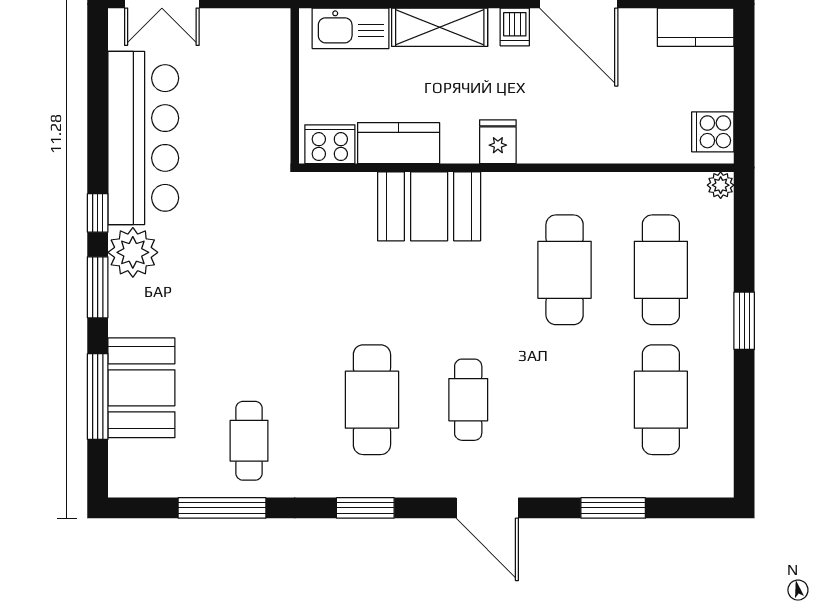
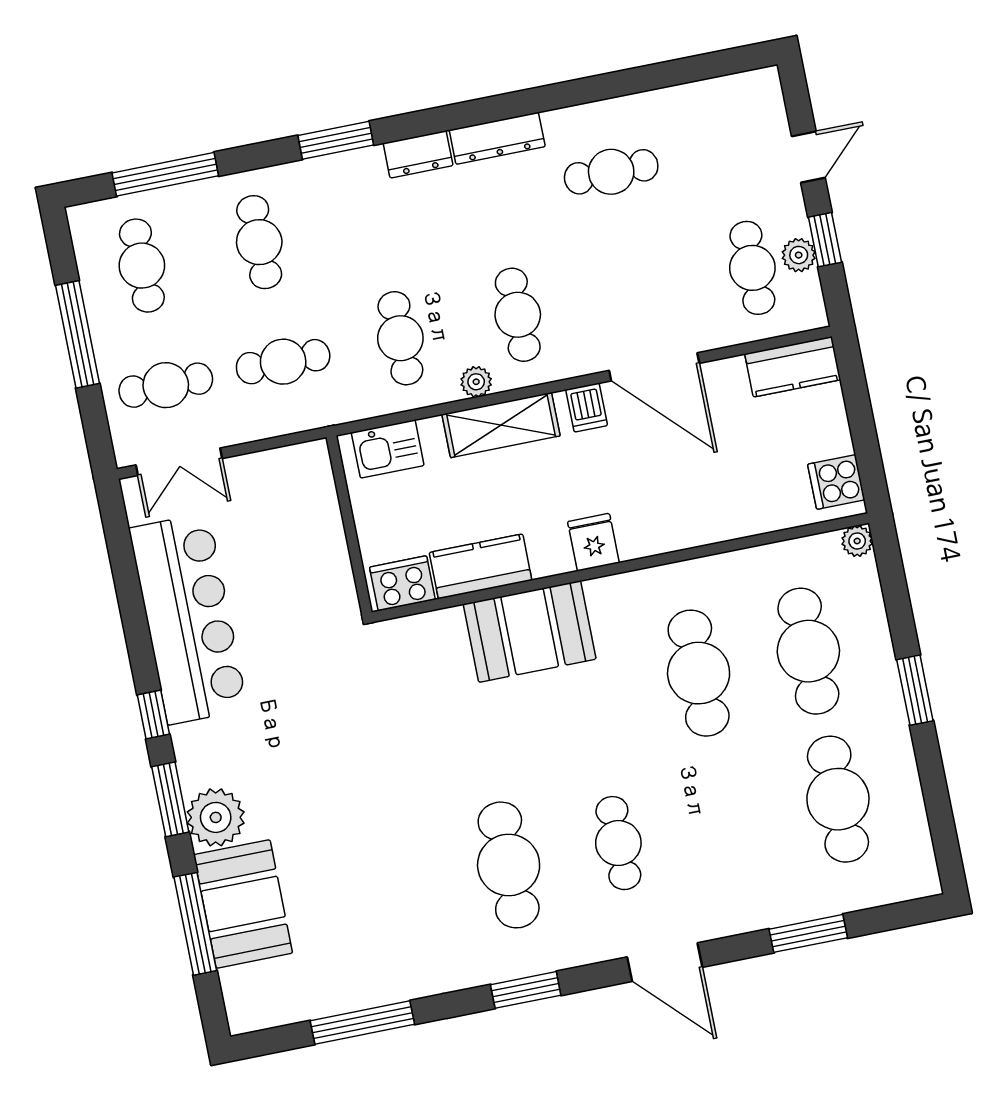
kitchen sink: (351, 28) -> (388, 449), width x0.73
plant: (133, 252) -> (216, 817), moved
cafe table: (249, 441) -> (378, 940), removed

